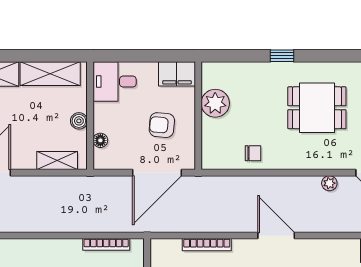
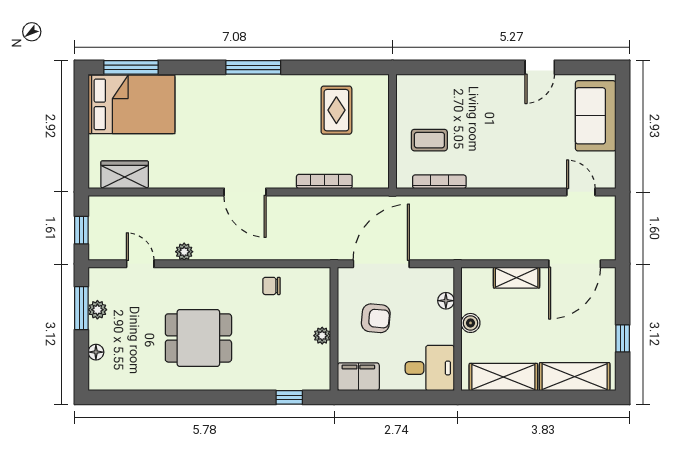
window: (282, 56) -> (289, 397), moved
plant: (215, 103) -> (322, 336), width x0.53, depth x0.53
shelving: (57, 161) -> (517, 278), moved

